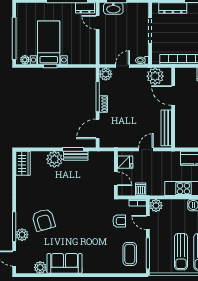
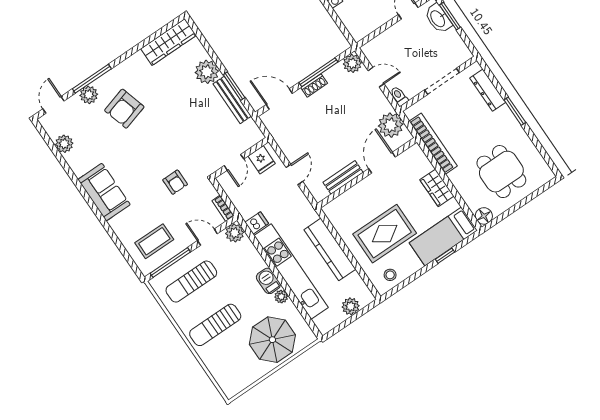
bench: (166, 128) -> (343, 177), width x0.73
door: (146, 149) -> (294, 174), hinge flipped
bench: (76, 156) -> (232, 100), width x1.36
wardrobe: (23, 163) -> (169, 42), width x1.50
dishwasher: (141, 189) -> (257, 223), moved
armchair: (119, 221) -> (175, 182), moved
door: (148, 223) -> (207, 237), hinge flipped
sun lounger: (181, 252) -> (191, 282), moved
sofa: (65, 263) -> (104, 192), moved

